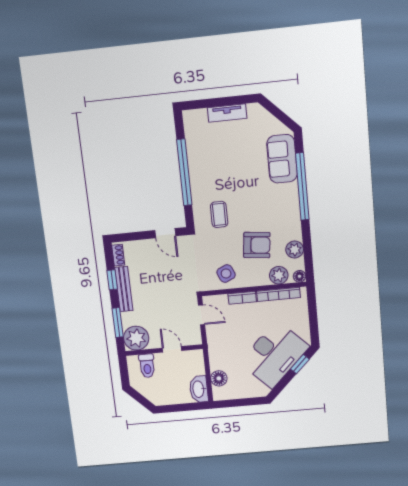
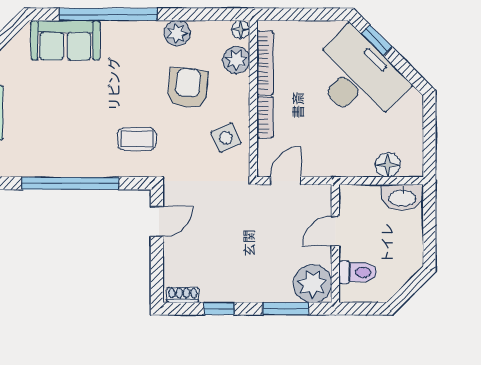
plant: (295, 250) -> (177, 33), moved
bench: (124, 289) -> (235, 293), removed

